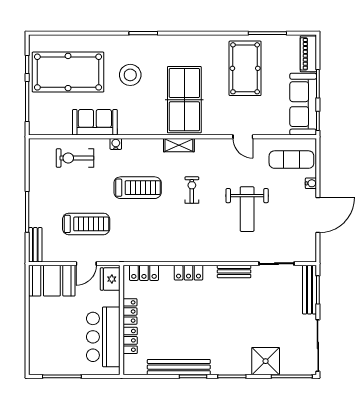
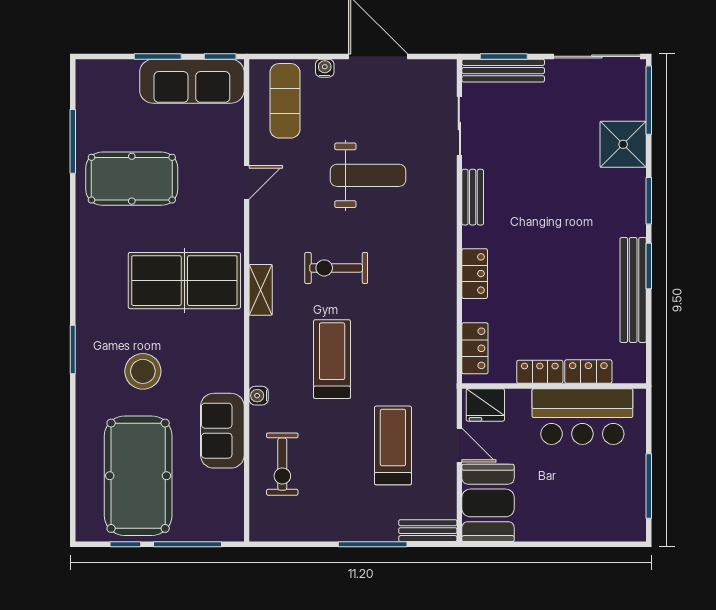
piano: (308, 54) -> (108, 73), removed
exercise bike: (192, 190) -> (336, 268), width x1.38, depth x1.39

